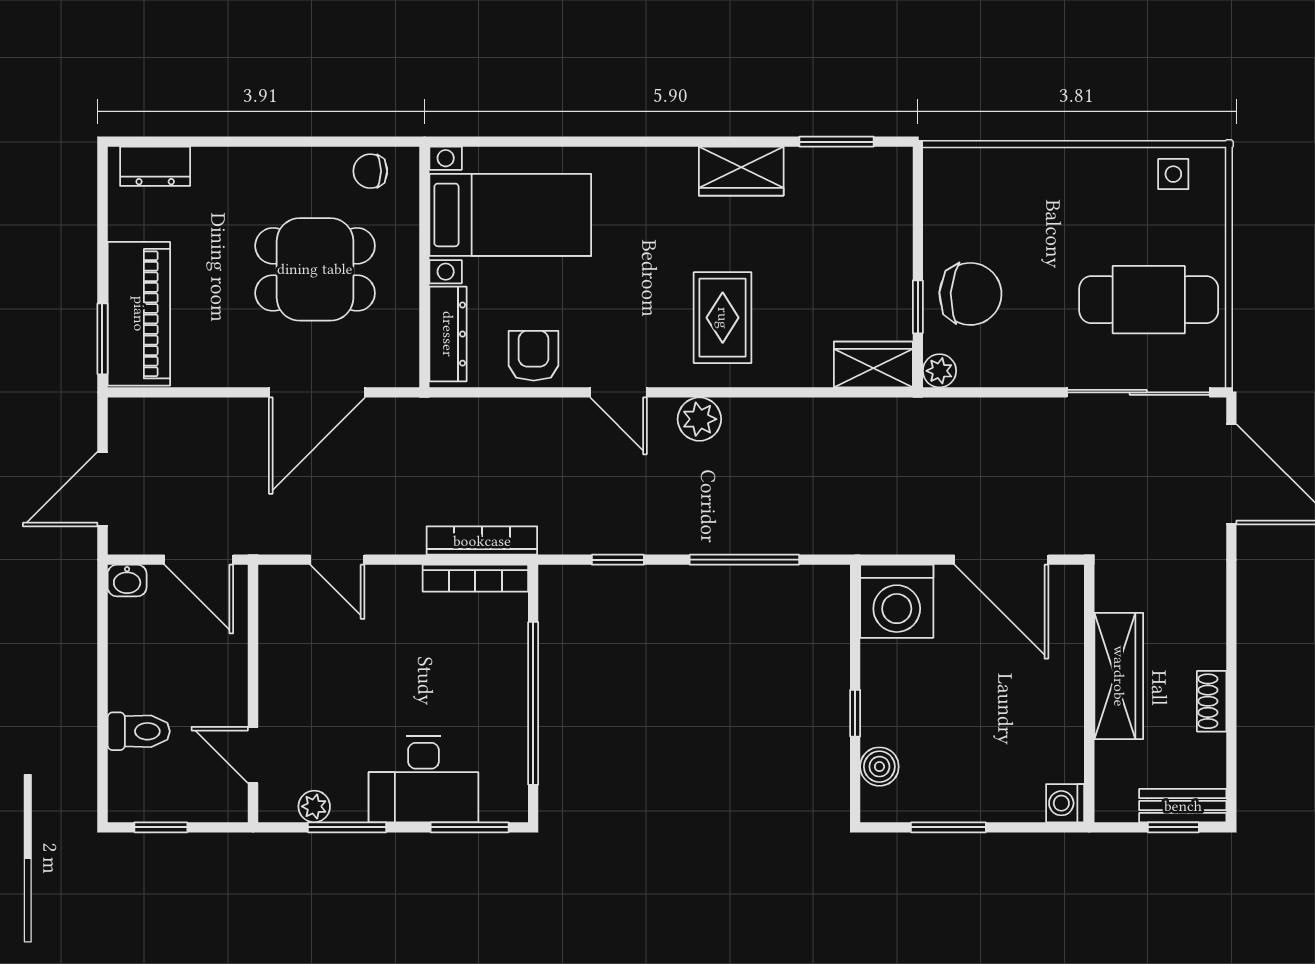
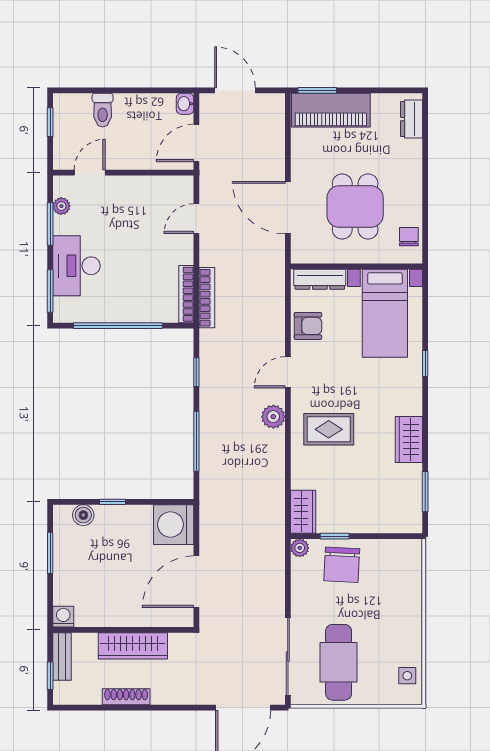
window: (602, 142) -> (425, 363), added
shoe rack: (1212, 701) -> (126, 697), width x1.43
bench: (1183, 806) -> (62, 656), moved

